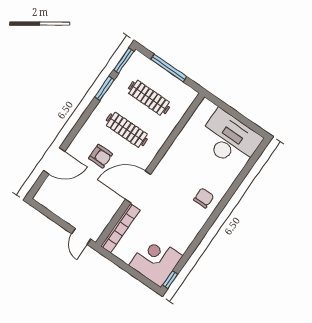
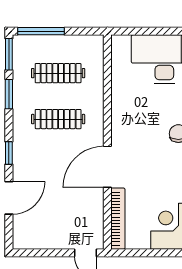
window: (169, 68) -> (41, 31), moved
window: (76, 130) -> (9, 153), added
armchair: (101, 156) -> (50, 162), removed

